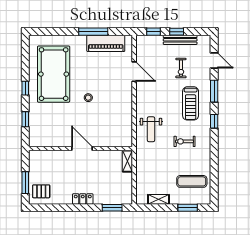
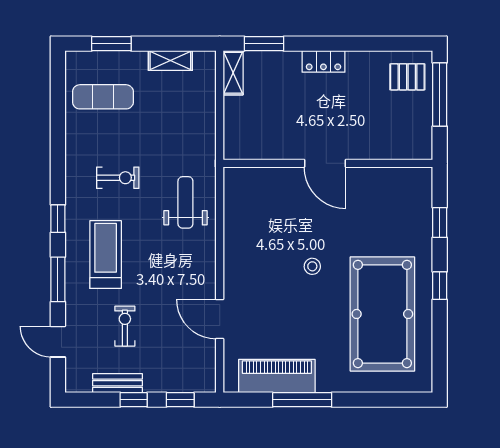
bench: (180, 40) -> (118, 383), width x0.73
shelving: (127, 161) -> (233, 73), moved
window: (25, 183) -> (440, 94), width x1.44

